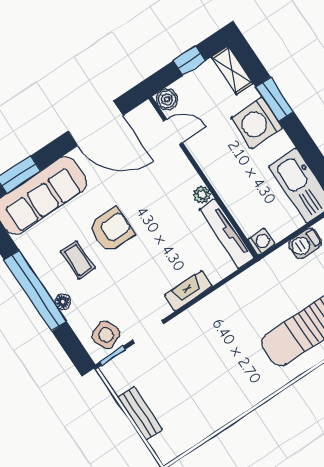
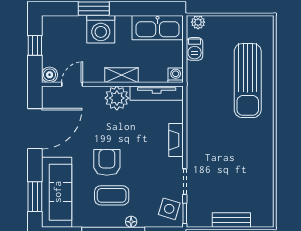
shelving: (232, 70) -> (122, 75), moved
plant: (202, 195) -> (117, 98), width x1.88, depth x1.88
coffee table: (78, 260) -> (112, 195), width x1.36, depth x1.30
side table: (106, 335) -> (169, 209), turned 38

